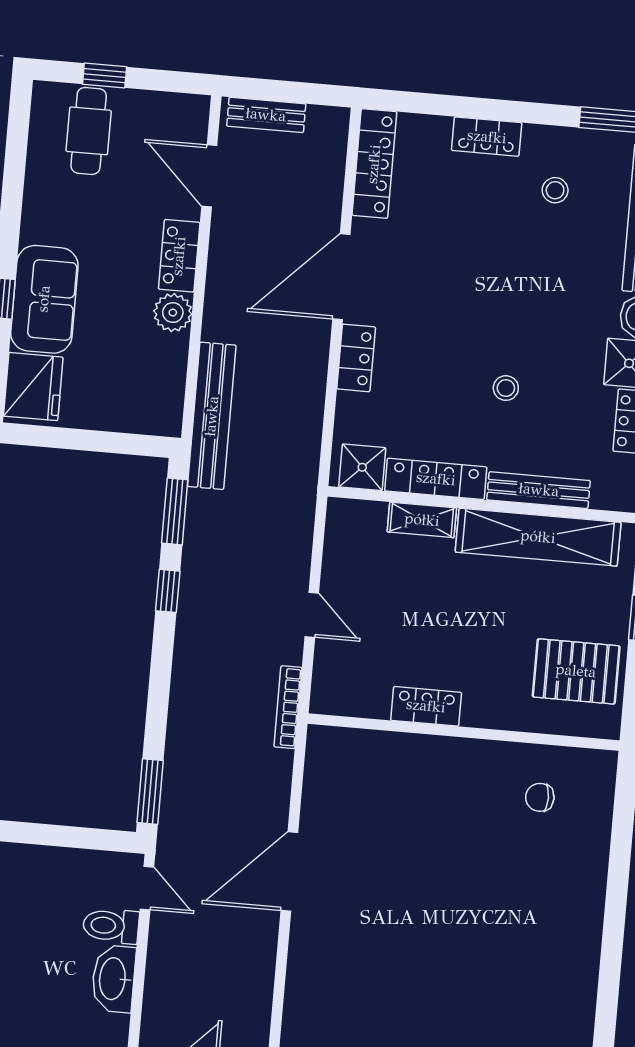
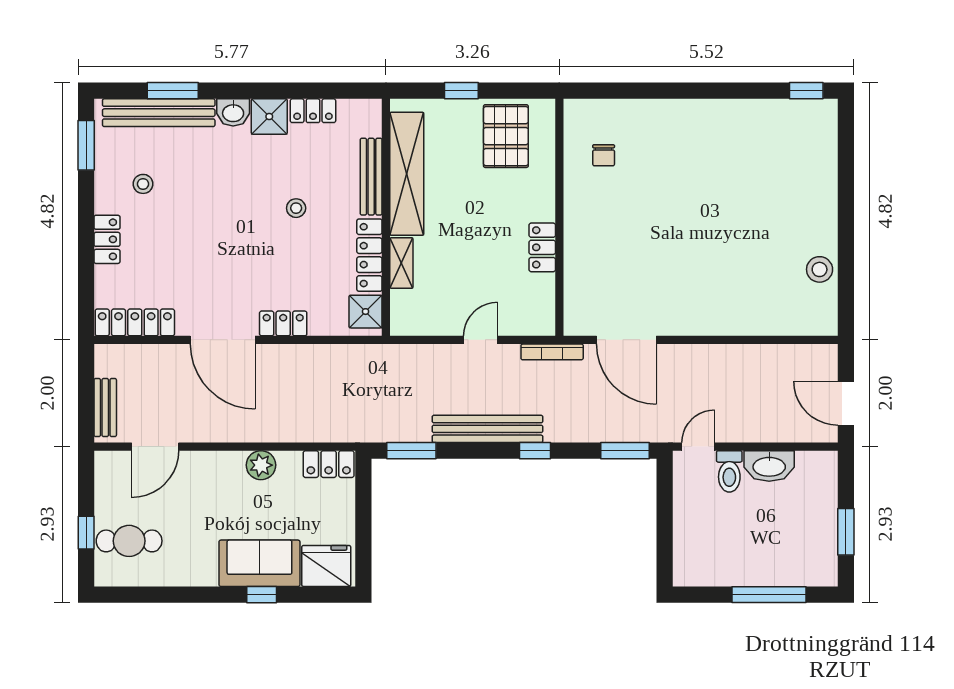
locker: (179, 256) -> (329, 464), moved
bench: (212, 416) -> (487, 429), moved
window: (168, 591) -> (535, 451), moved
door: (289, 871) -> (626, 340), moved

